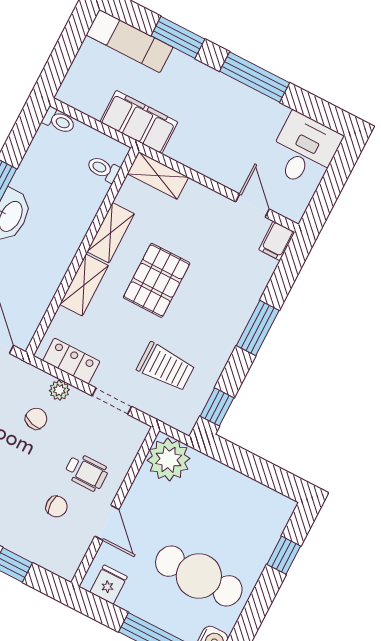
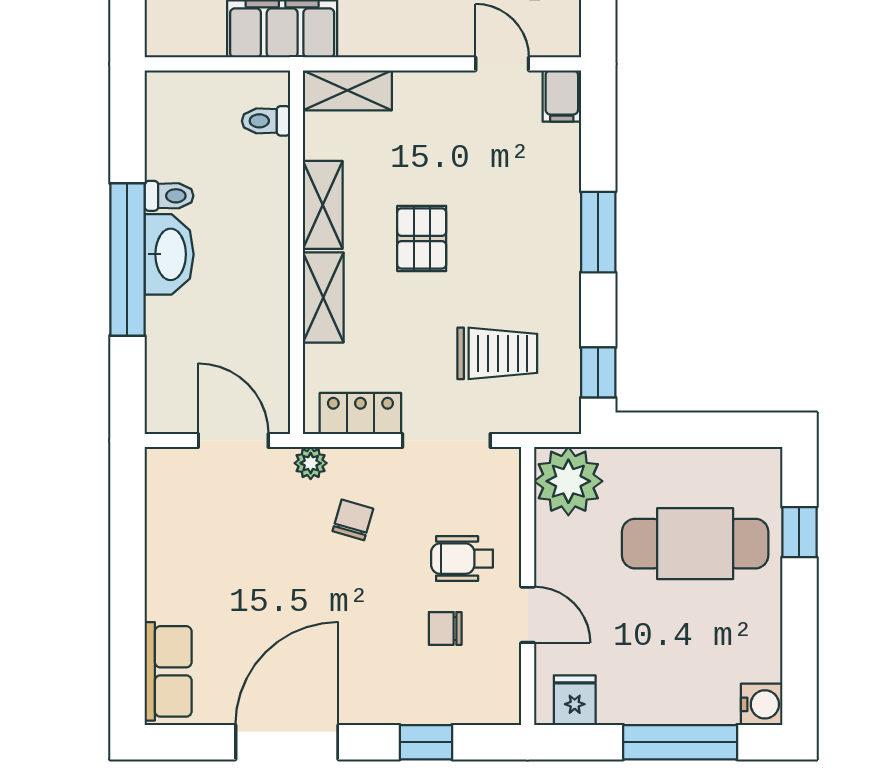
toilet: (59, 121) -> (169, 196), moved
pallet: (157, 280) -> (422, 238), width x0.67, depth x0.71
plant: (59, 390) -> (311, 463), moved
doorway: (112, 401) -> (446, 441), width x1.38
wheelchair: (86, 472) -> (462, 559), turned 180
chair: (57, 507) -> (445, 628), turned 180
cafe table: (199, 576) -> (695, 544), moved

